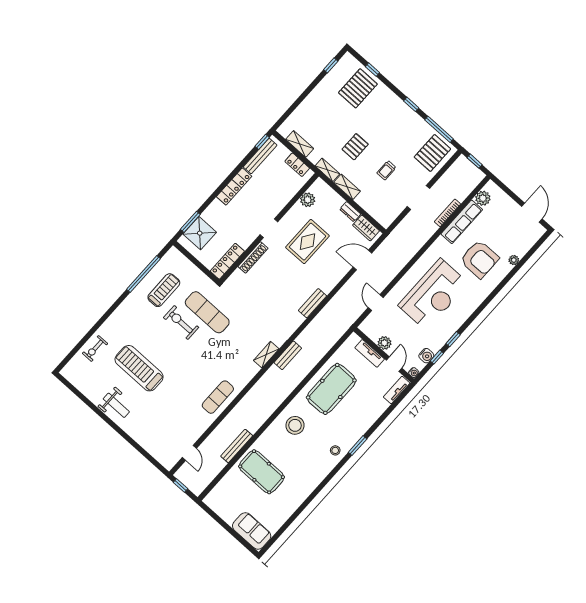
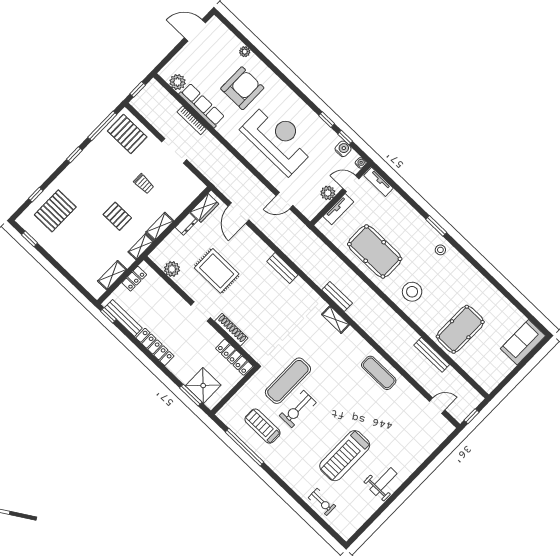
pallet: (358, 88) -> (55, 211), turned 90

